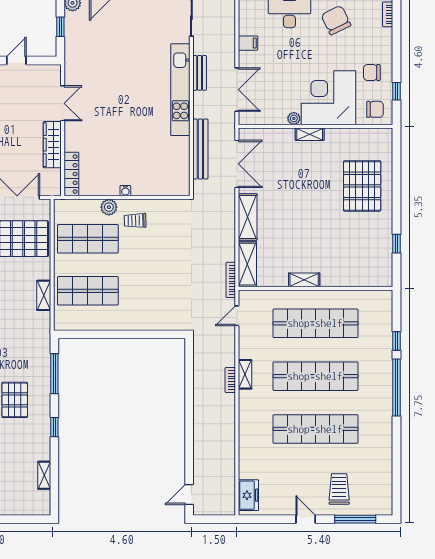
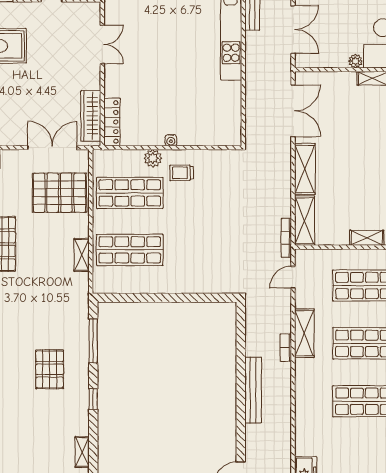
wardrobe: (52, 145) -> (91, 116), moved
bench: (200, 149) -> (253, 390), moved
shelving: (245, 374) -> (304, 333), width x1.50, depth x1.33

